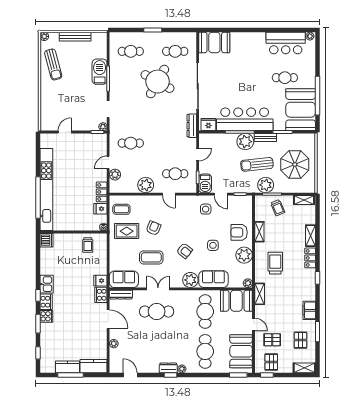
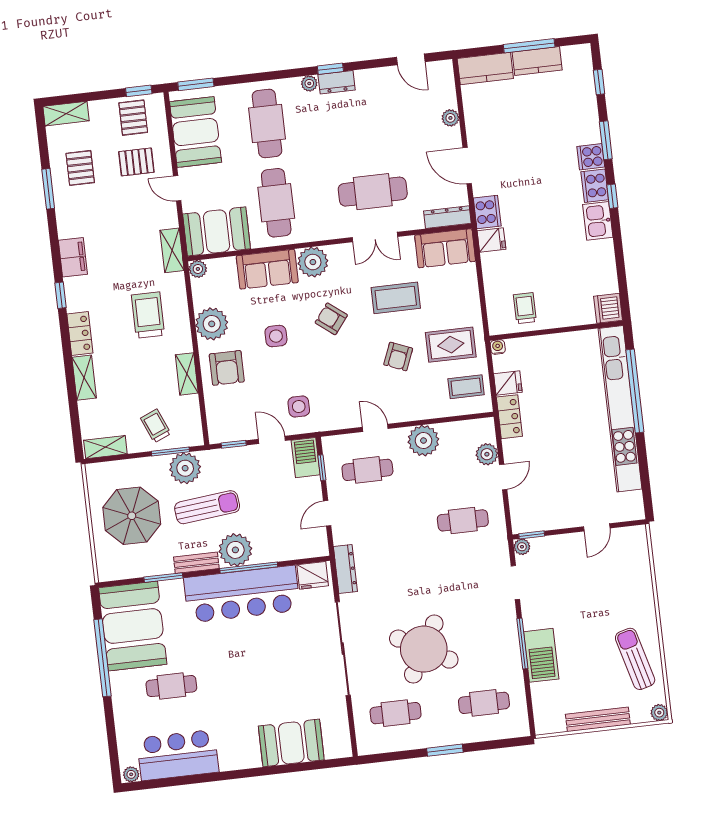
booth: (214, 43) -> (291, 743), moved
armchair: (239, 232) -> (227, 368), turned 90
trolley: (275, 263) -> (148, 315), turned 180
filing cabinet: (309, 310) -> (73, 257), moved

